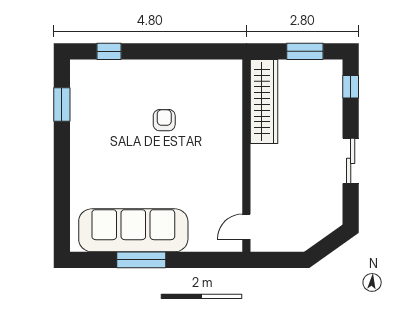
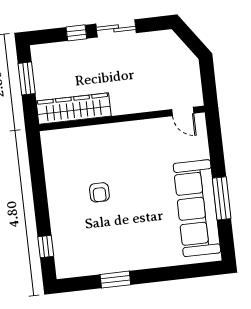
window: (351, 87) -> (76, 33), moved
window: (62, 105) -> (115, 280), moved
armchair: (164, 120) -> (99, 192), turned -90

